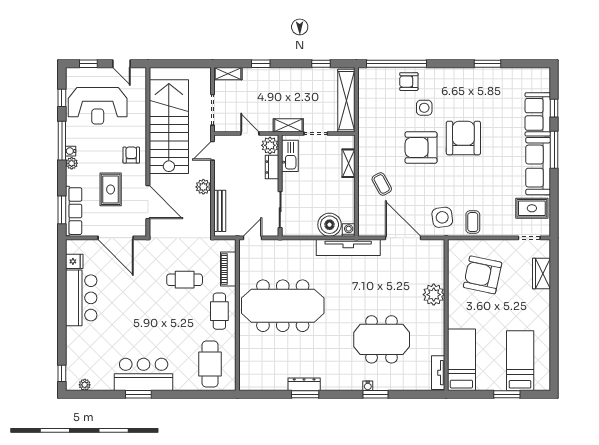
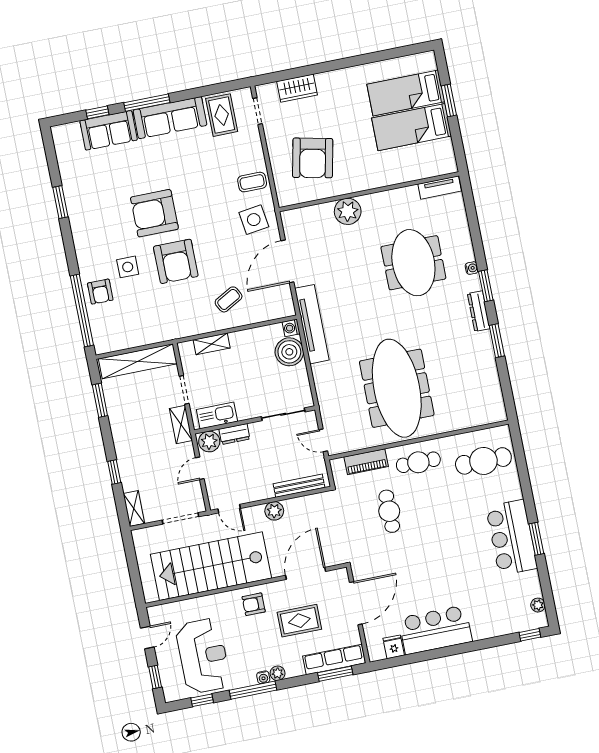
window: (321, 64) -> (100, 400), width x1.50
bed: (461, 360) -> (412, 127), moved
dresser: (304, 384) -> (479, 311), moved
window: (375, 394) -> (486, 286), moved

